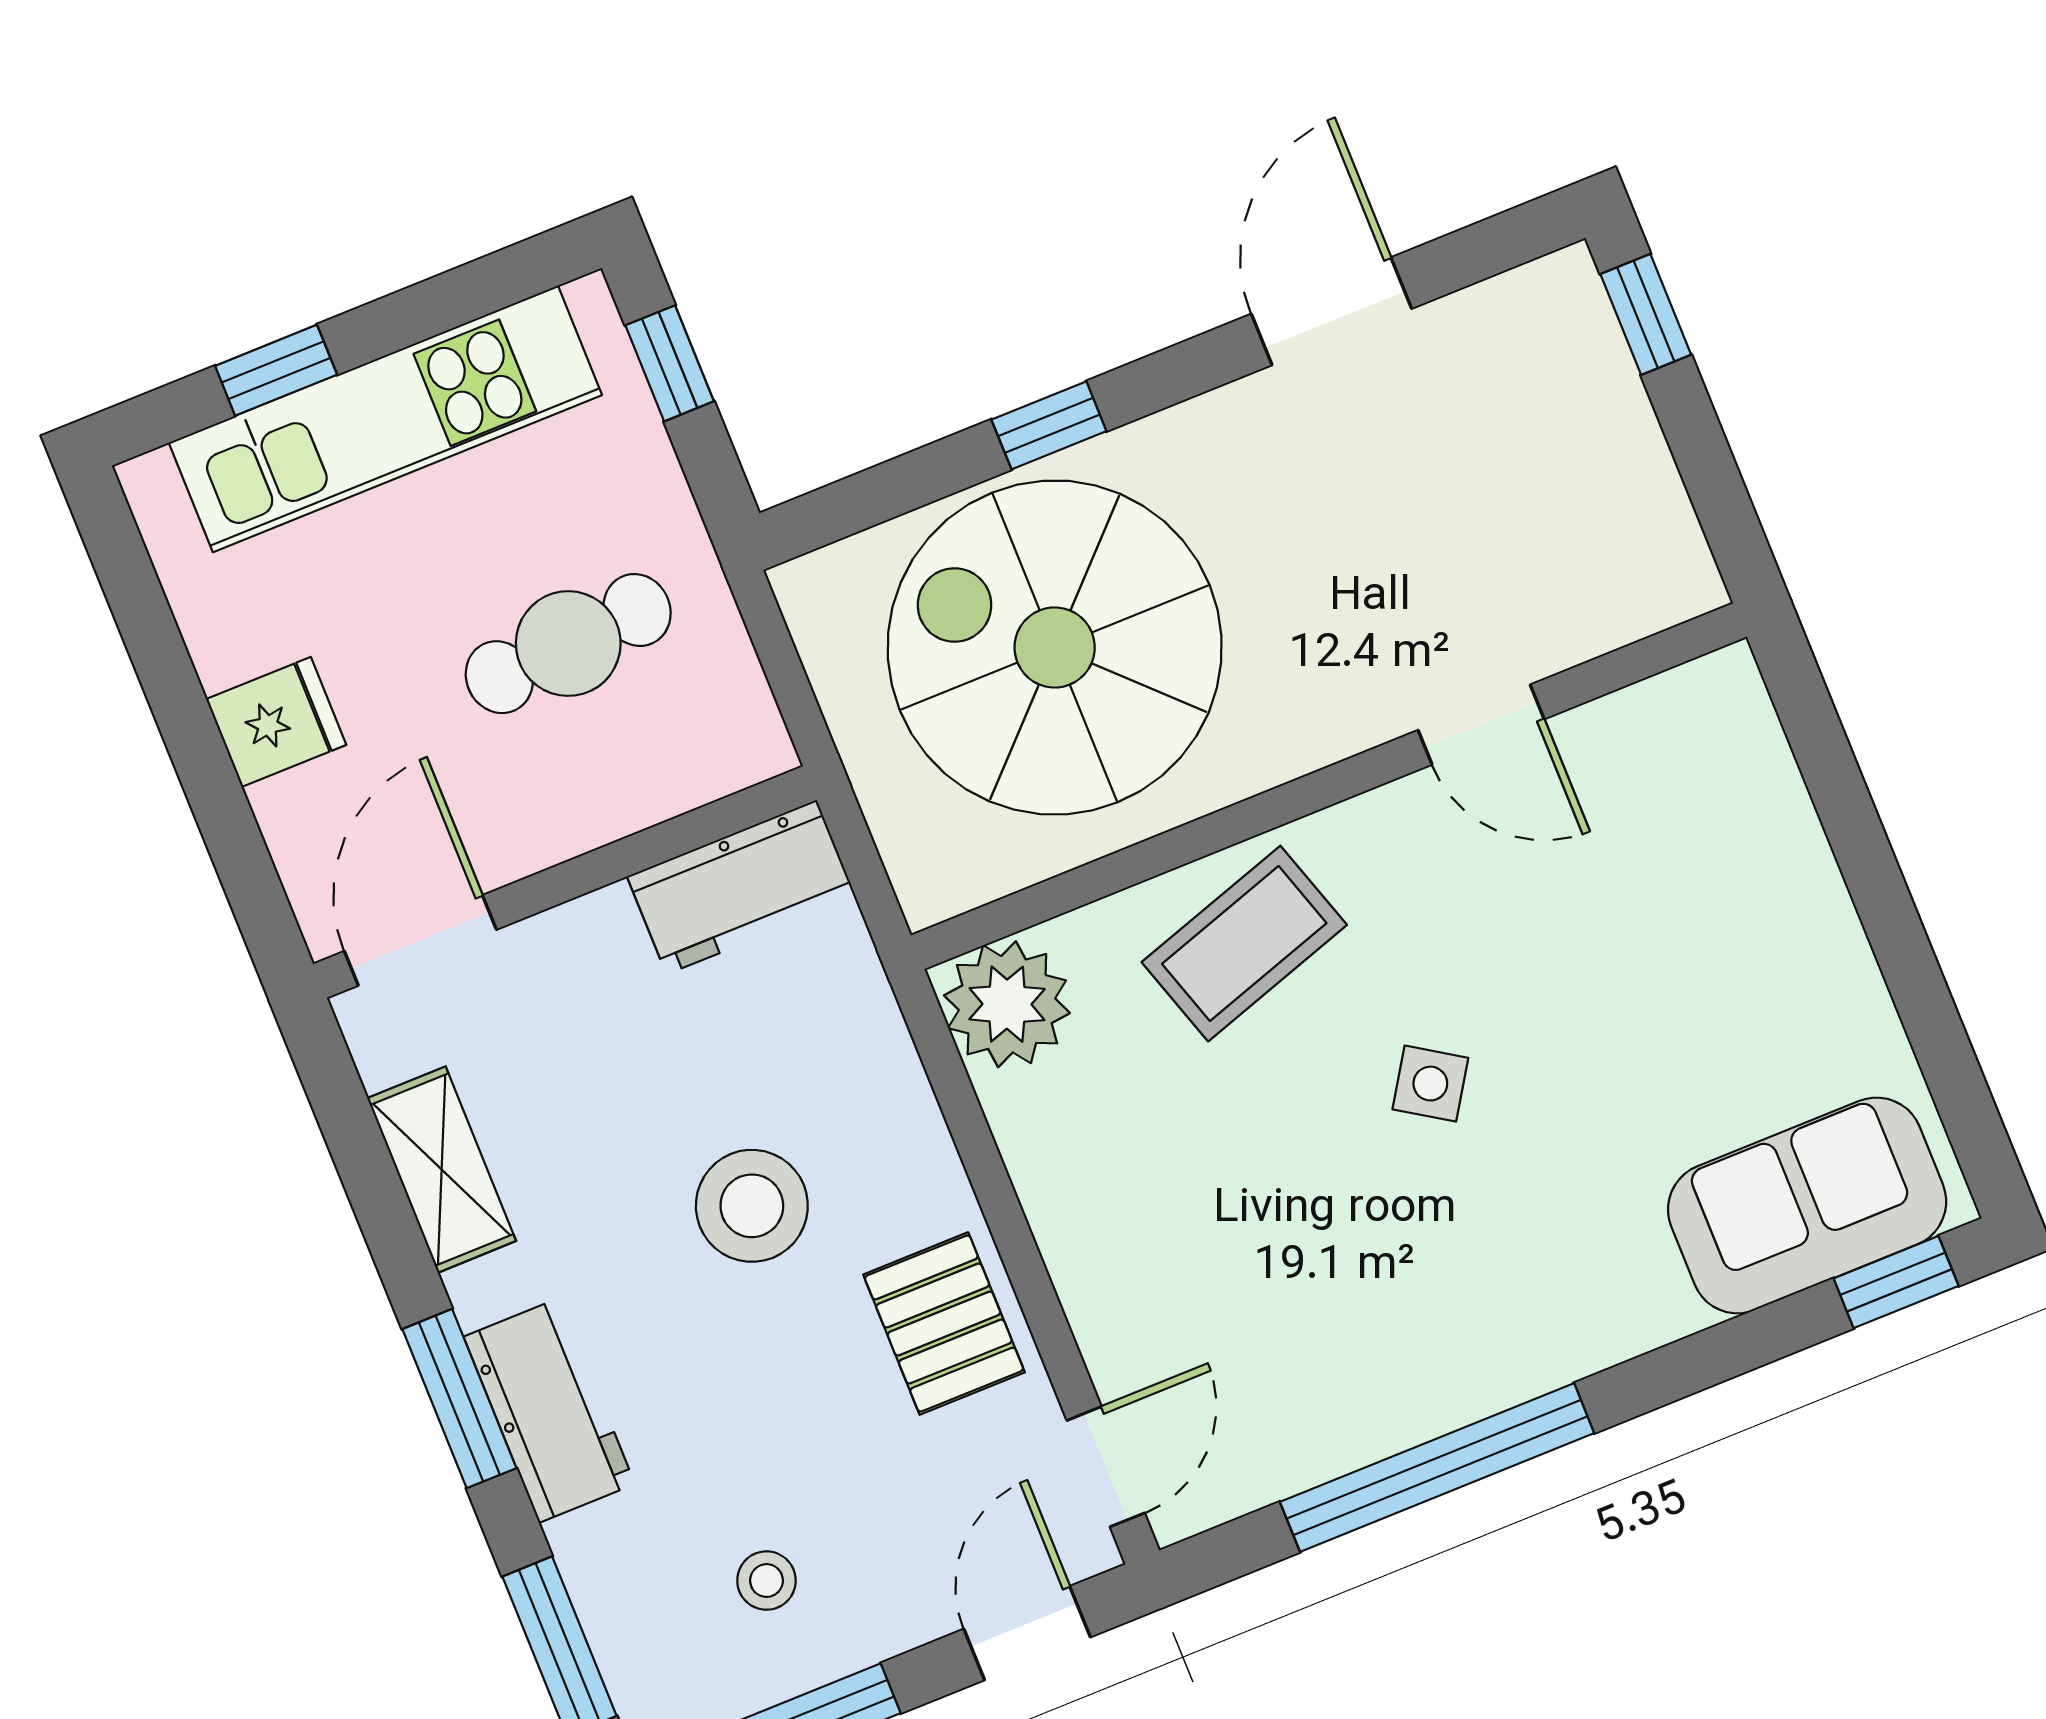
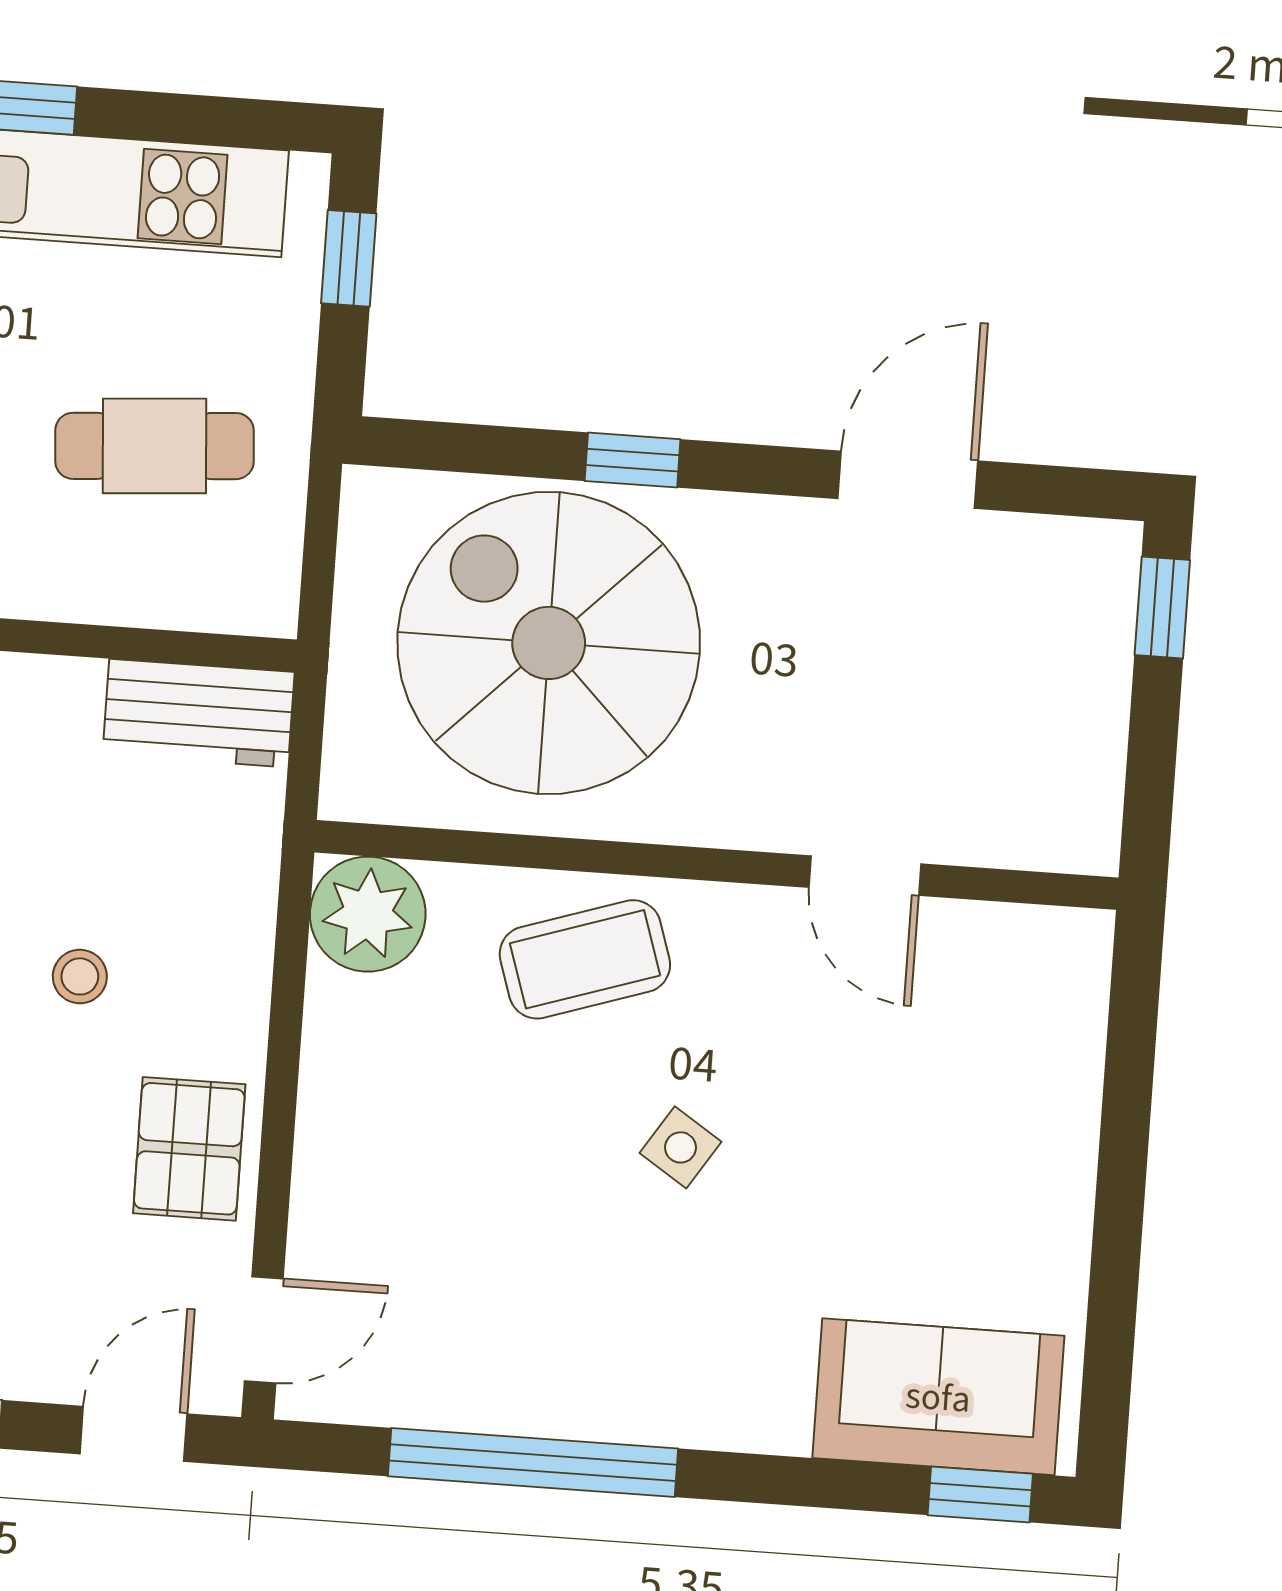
stool: (752, 1206) -> (80, 976), width x0.53, depth x0.53

